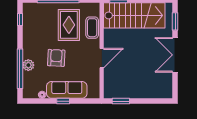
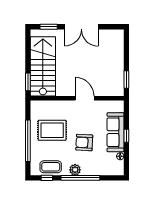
coffee table: (92, 28) -> (51, 167), moved
plant: (28, 65) -> (75, 170), moved
window: (20, 69) -> (80, 178), moved

